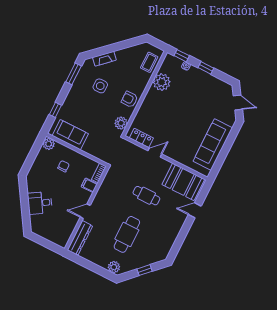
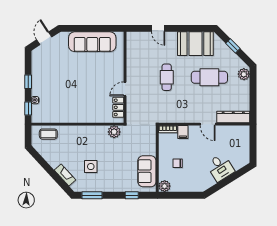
plant: (162, 82) -> (60, 114), removed
armchair: (130, 99) -> (90, 135), removed
door: (155, 152) -> (125, 89), hinge flipped
booth: (183, 182) -> (195, 44), moved, turned 90

